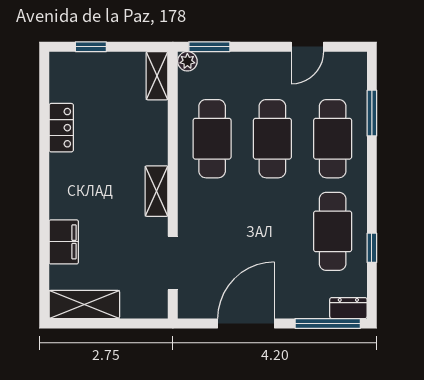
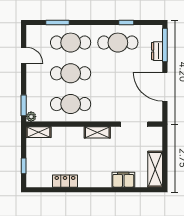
dresser: (348, 308) -> (157, 51), moved

